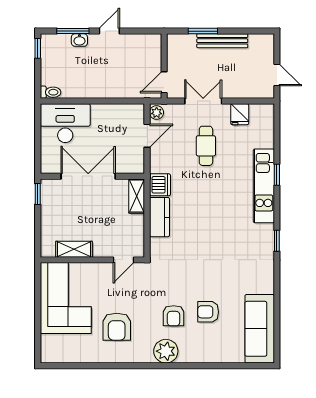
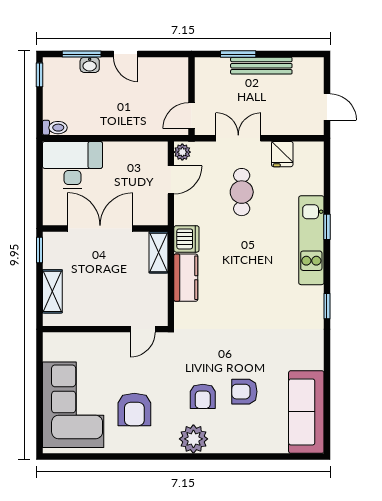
door: (109, 31) -> (126, 54), swing flipped
shelving: (74, 249) -> (52, 291), moved, turned 90
corner sofa: (66, 298) -> (73, 405), moved

